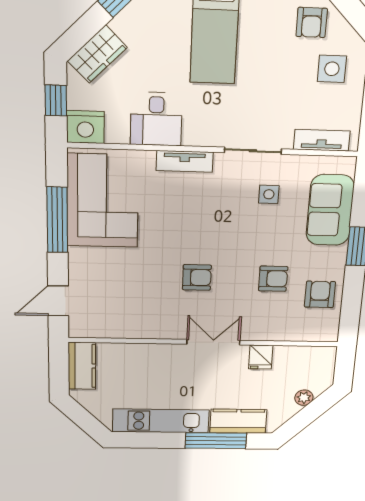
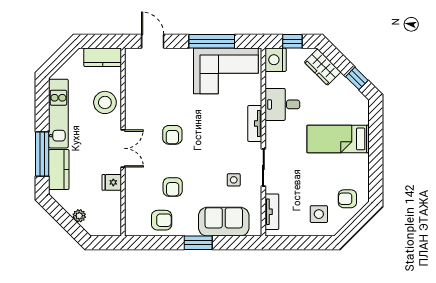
stool: (147, 364) -> (105, 102), added

